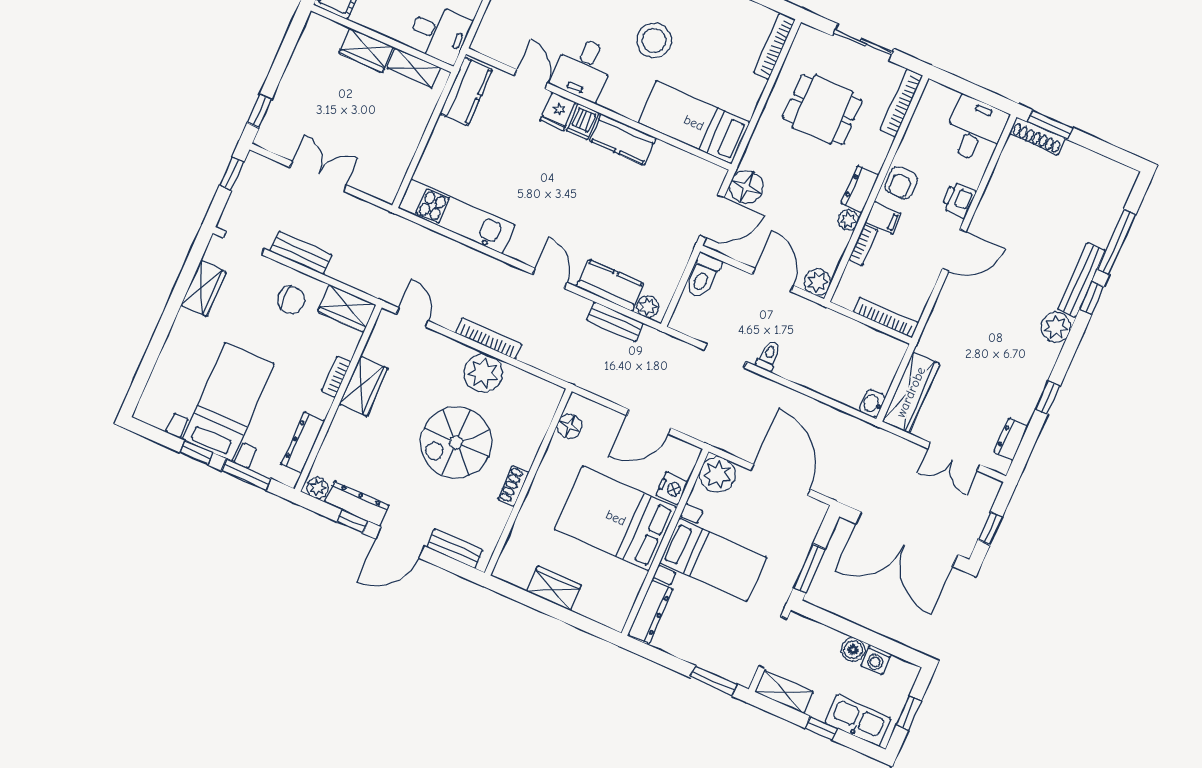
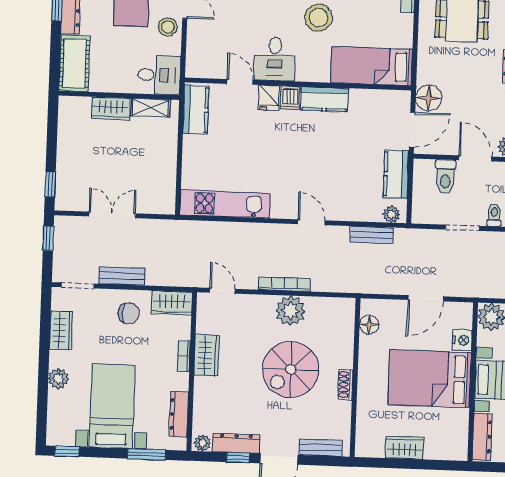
toilet: (703, 276) -> (445, 176), moved
kitchen counter: (610, 285) -> (396, 174), moved, turned -90
plant: (178, 344) -> (58, 379), added
window: (196, 453) -> (67, 451), moved

